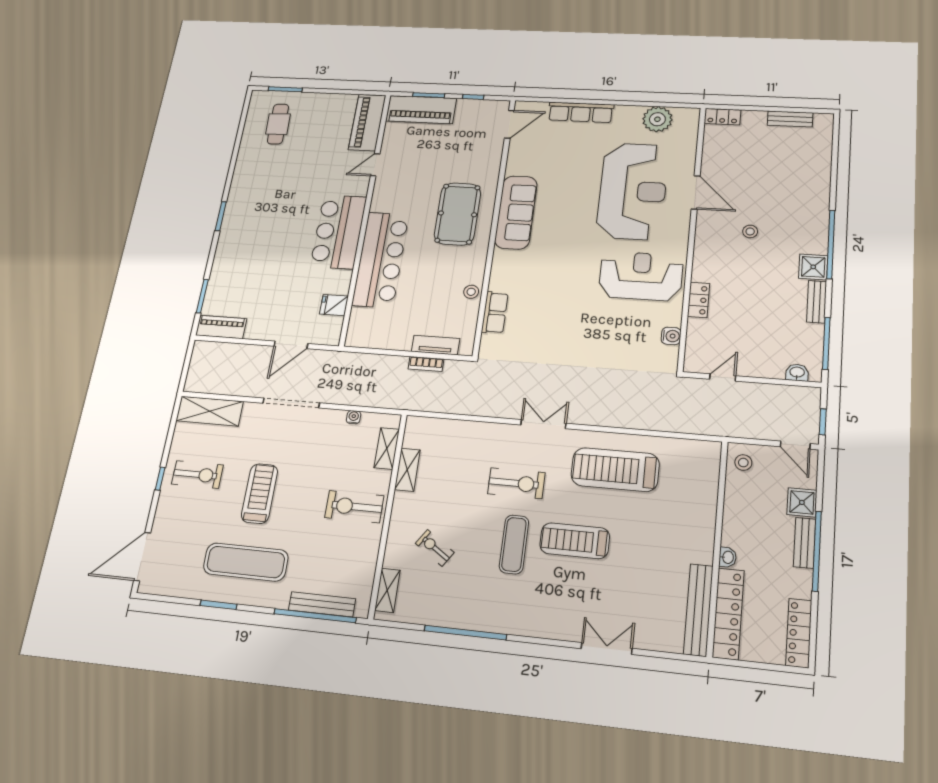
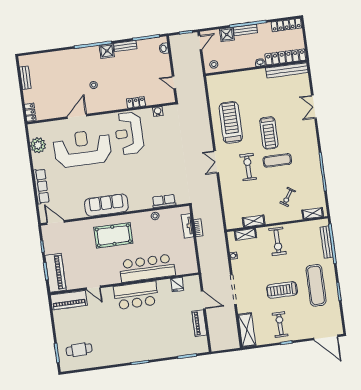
piano: (221, 327) -> (199, 323), moved
treadmill: (615, 470) -> (231, 122), turned 180

